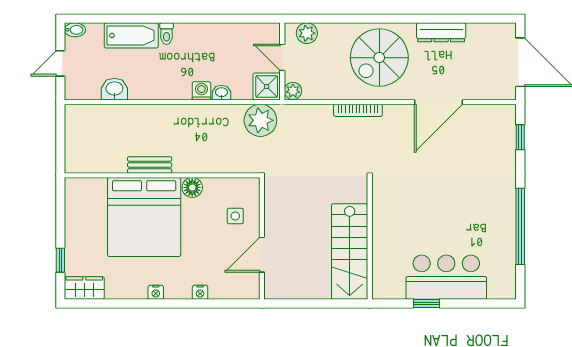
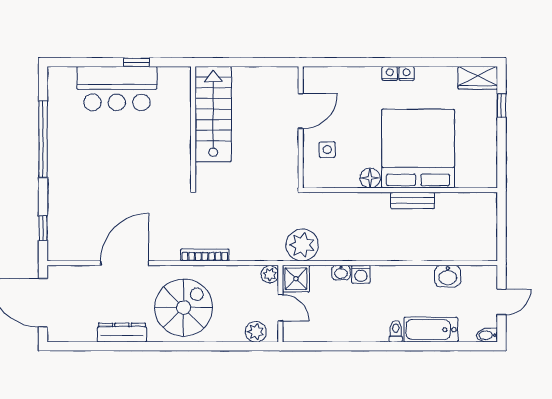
nightstand: (200, 292) -> (390, 73), moved

